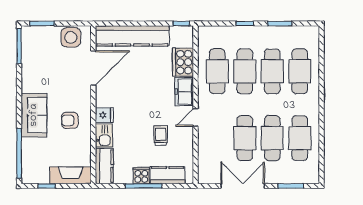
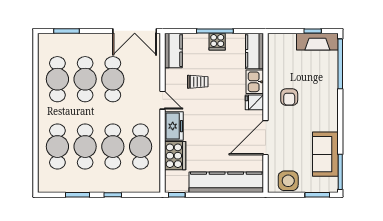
door: (93, 68) -> (266, 138), moved
sofa: (34, 115) -> (325, 154), moved
door: (196, 117) -> (162, 100), hinge flipped
armchair: (70, 120) -> (289, 97), turned 90
trolley: (161, 136) -> (198, 82), turned -90
fireplace: (71, 175) -> (317, 42), moved
kitchen counter: (168, 175) -> (173, 51), moved, turned -90
double door: (243, 186) -> (135, 31), moved

